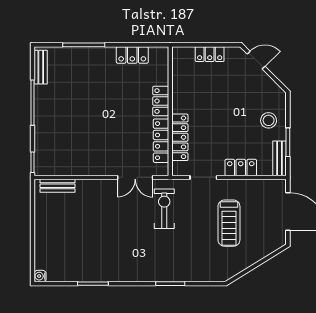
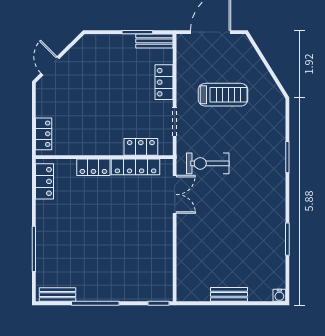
locker: (210, 54) -> (44, 134), moved
locker: (132, 55) -> (45, 181), moved
stool: (269, 120) -> (114, 53), removed
locker: (180, 137) -> (141, 147), width x0.66
bench: (58, 186) -> (229, 294), moved, turned 90

